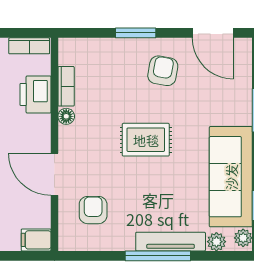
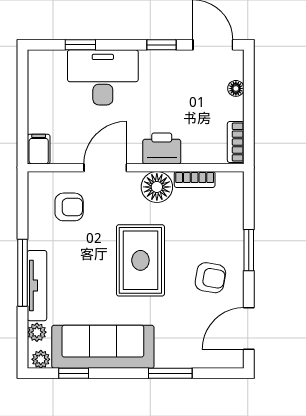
printer: (35, 94) -> (162, 148), moved
floor lamp: (66, 116) -> (157, 187), width x1.89, depth x1.89
rug: (146, 140) -> (140, 260), width x1.36, depth x1.43

